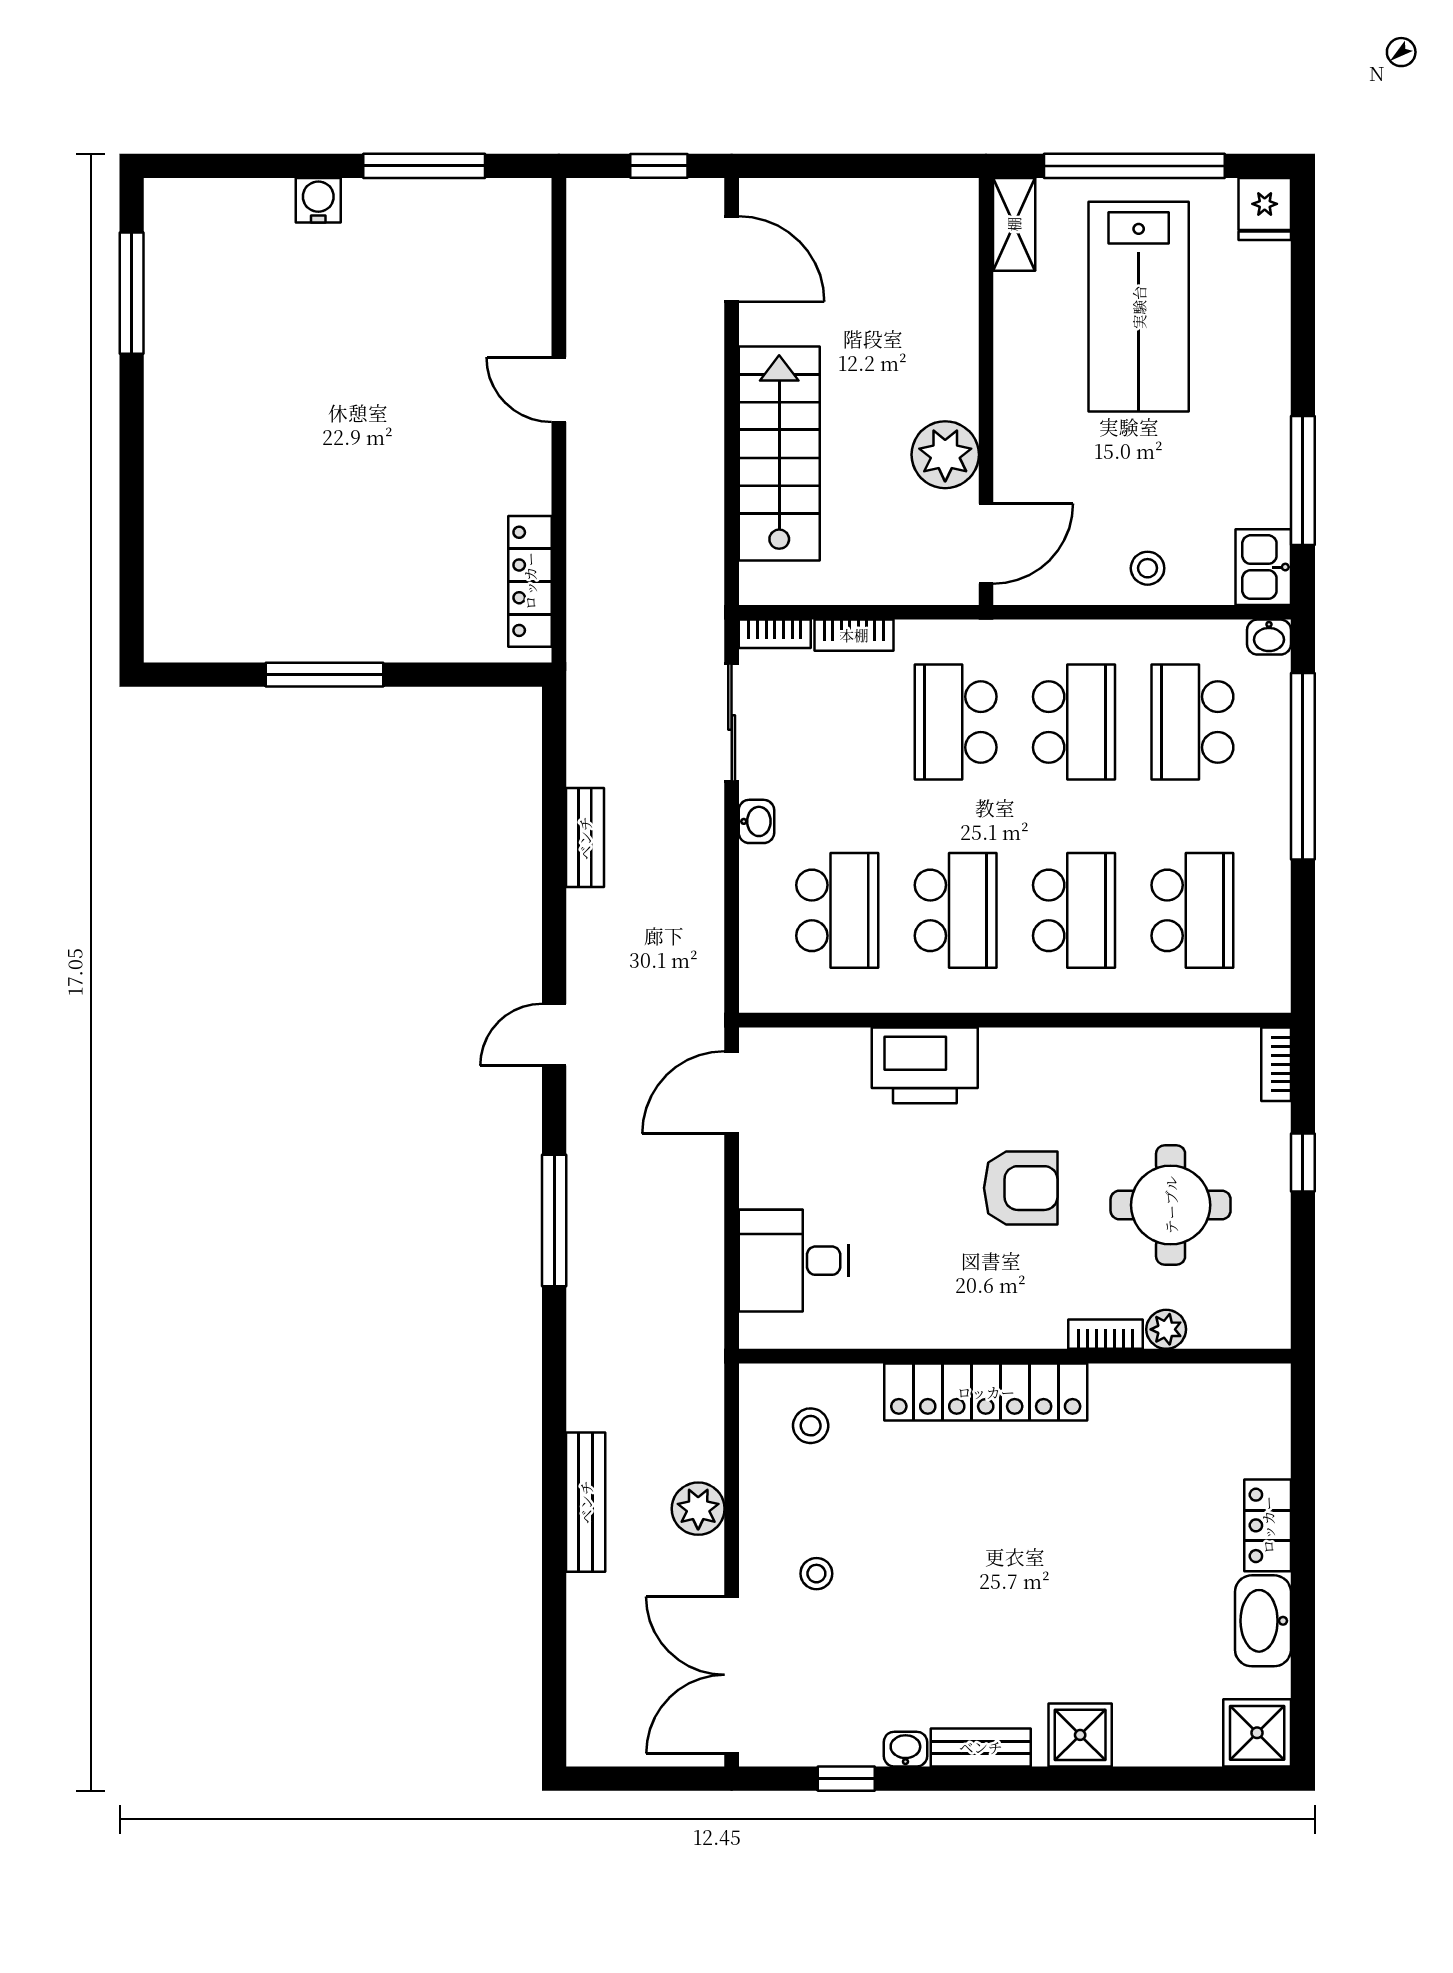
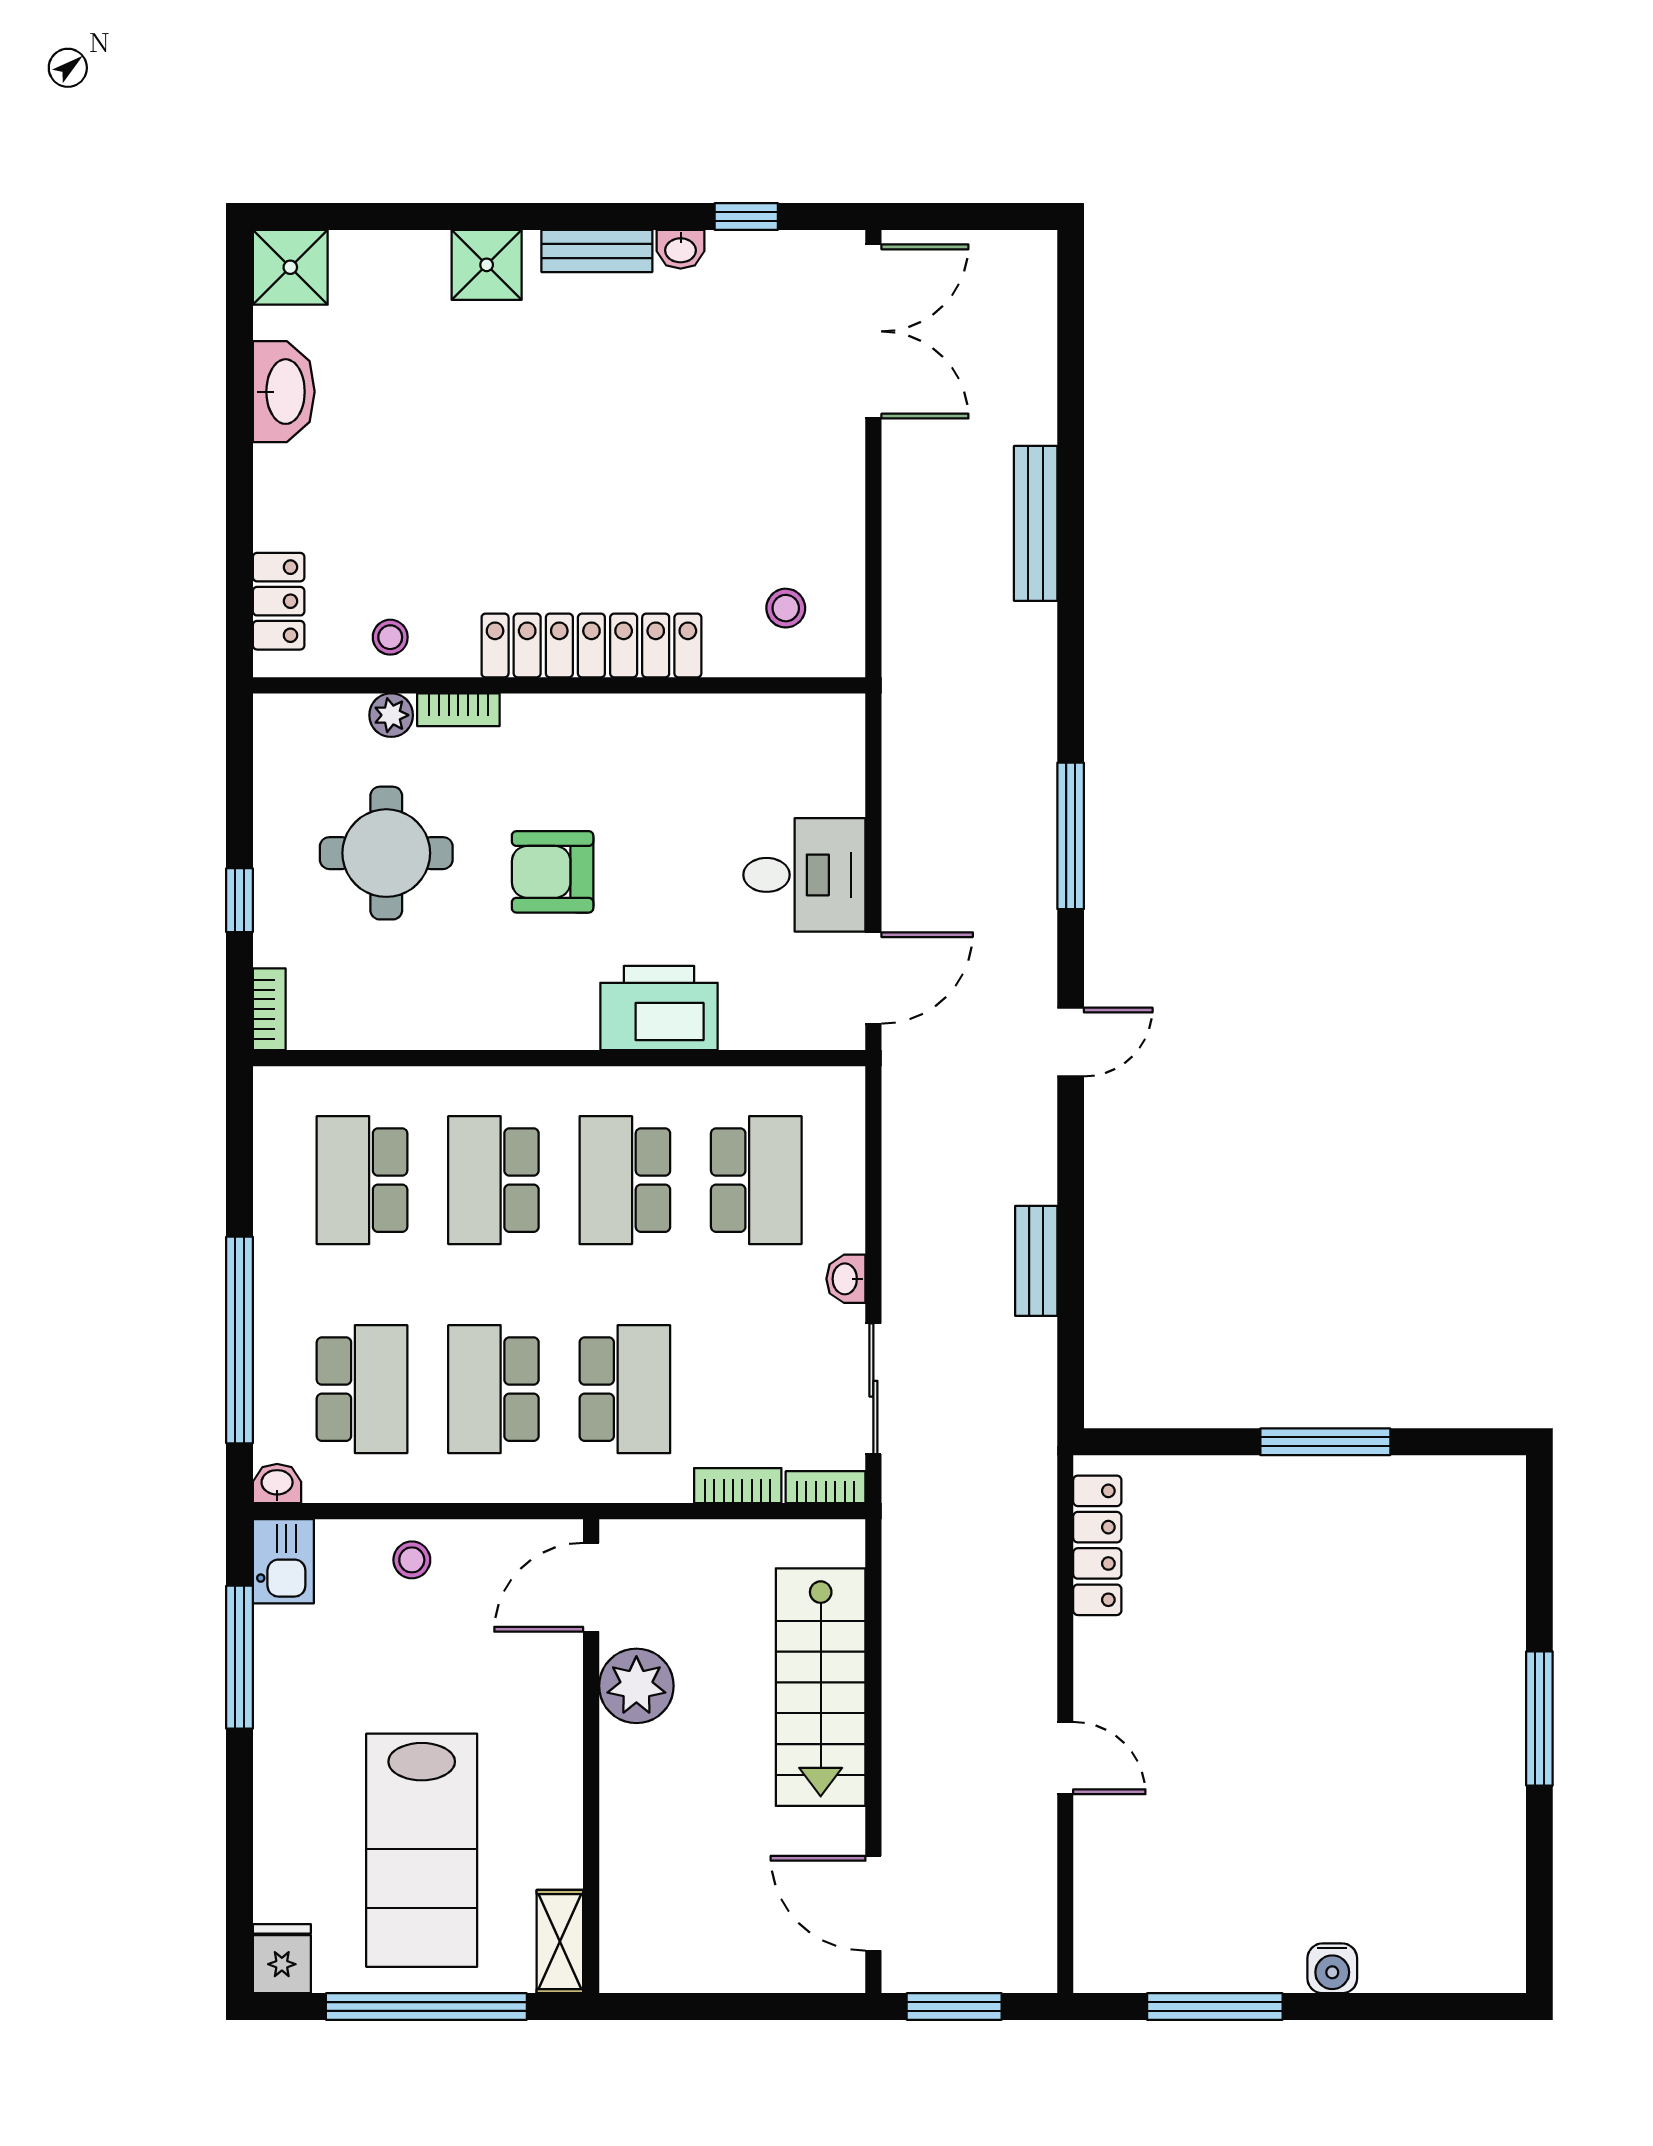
window: (659, 166) -> (954, 2006), width x1.50
window: (132, 293) -> (1539, 1718), moved
lab bench: (1139, 307) -> (422, 1850), turned 180
school desk: (837, 910) -> (756, 1180), turned 180
desk: (794, 1261) -> (804, 875), moved
plant: (698, 1509) -> (911, 516), removed
locker: (1268, 1525) -> (279, 601), moved
stool: (816, 1574) -> (390, 637), moved

